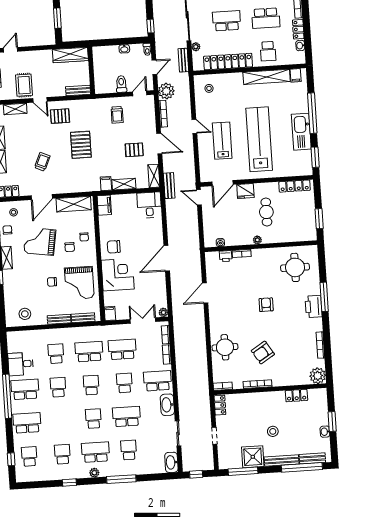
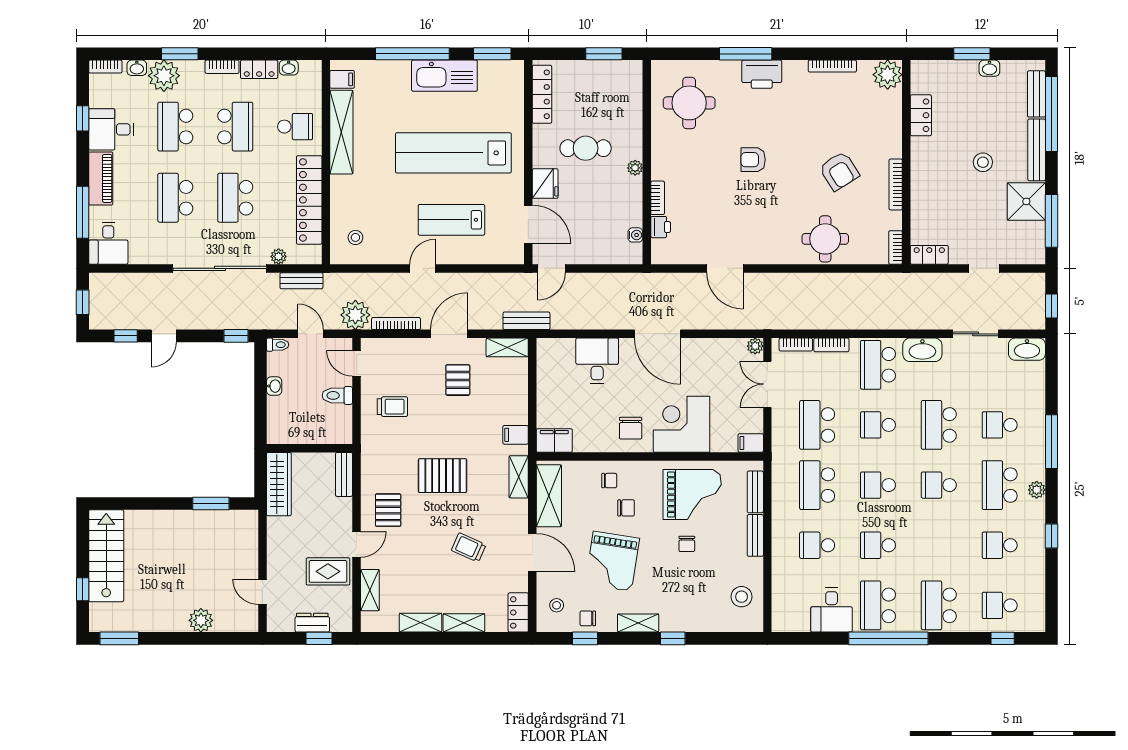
shelving: (124, 184) -> (519, 477), moved
desk: (149, 205) -> (597, 361), moved, turned 90

